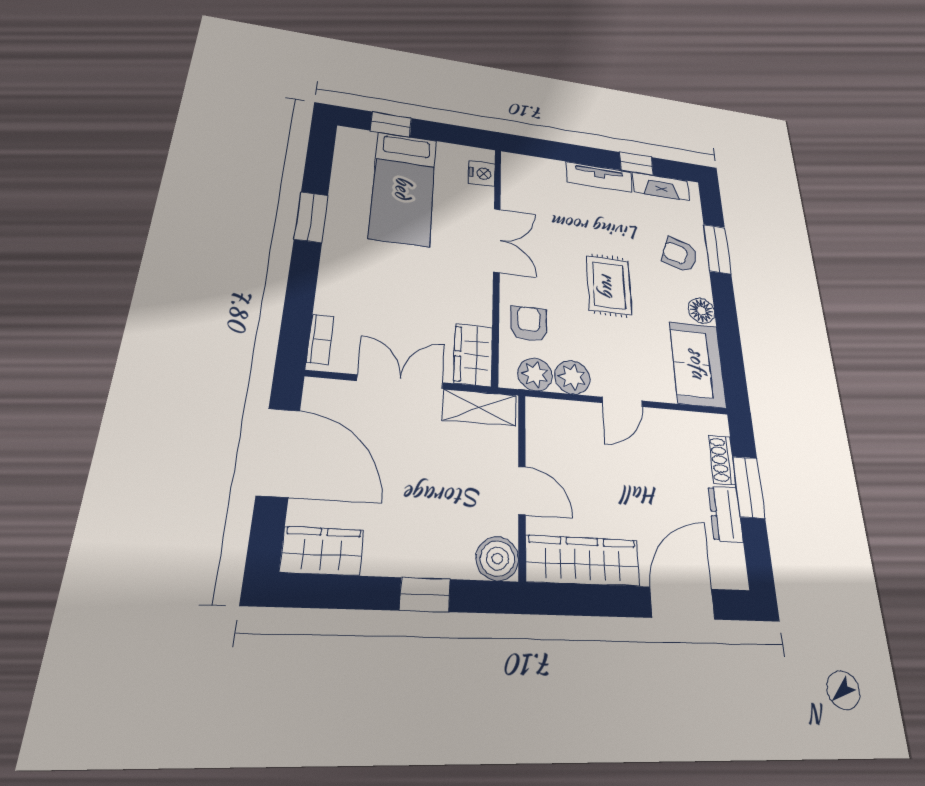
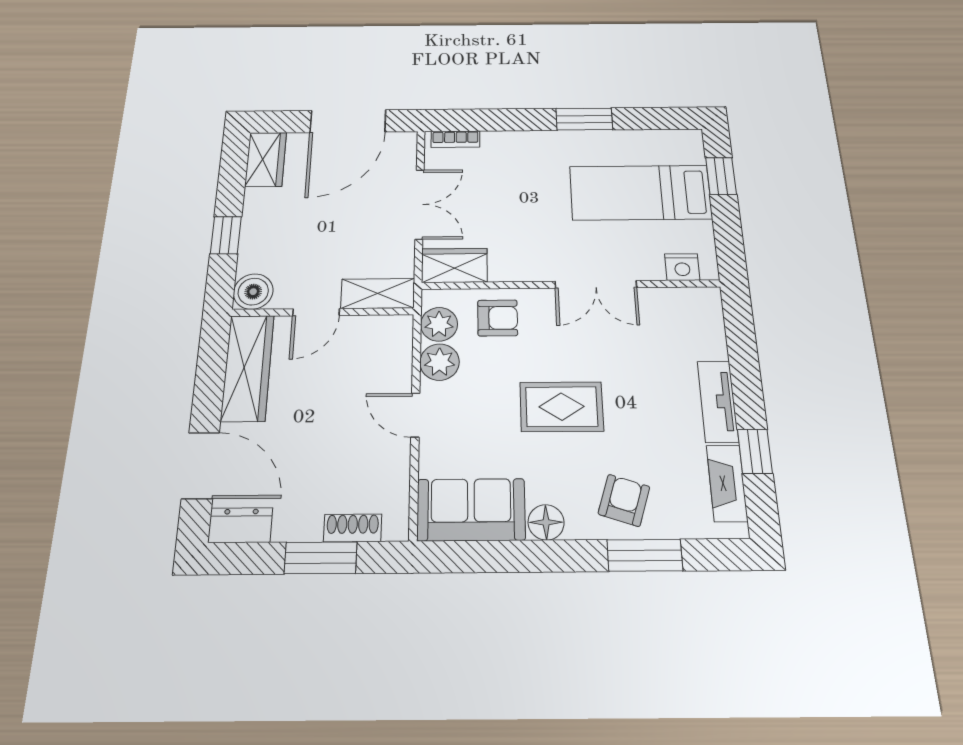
shelving: (480, 408) -> (378, 294), moved, turned 90
dresser: (726, 514) -> (240, 525), moved

